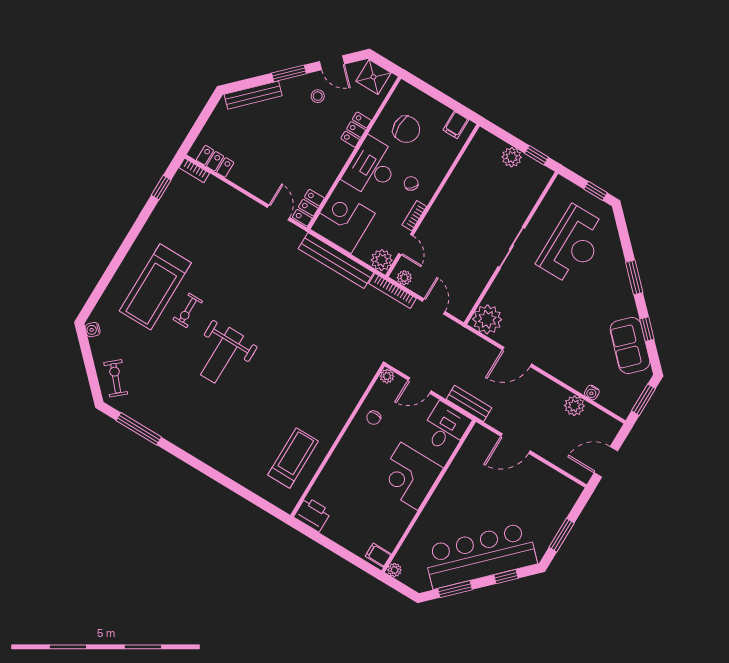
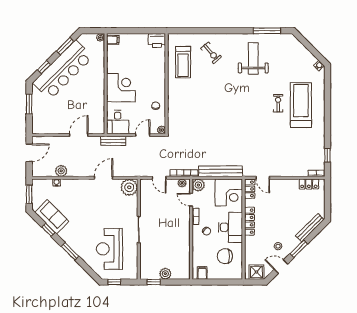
locker: (356, 130) -> (249, 221), moved, width x1.53
weight bench: (222, 355) -> (253, 58), moved
exercise bike: (116, 378) -> (211, 53), moved

